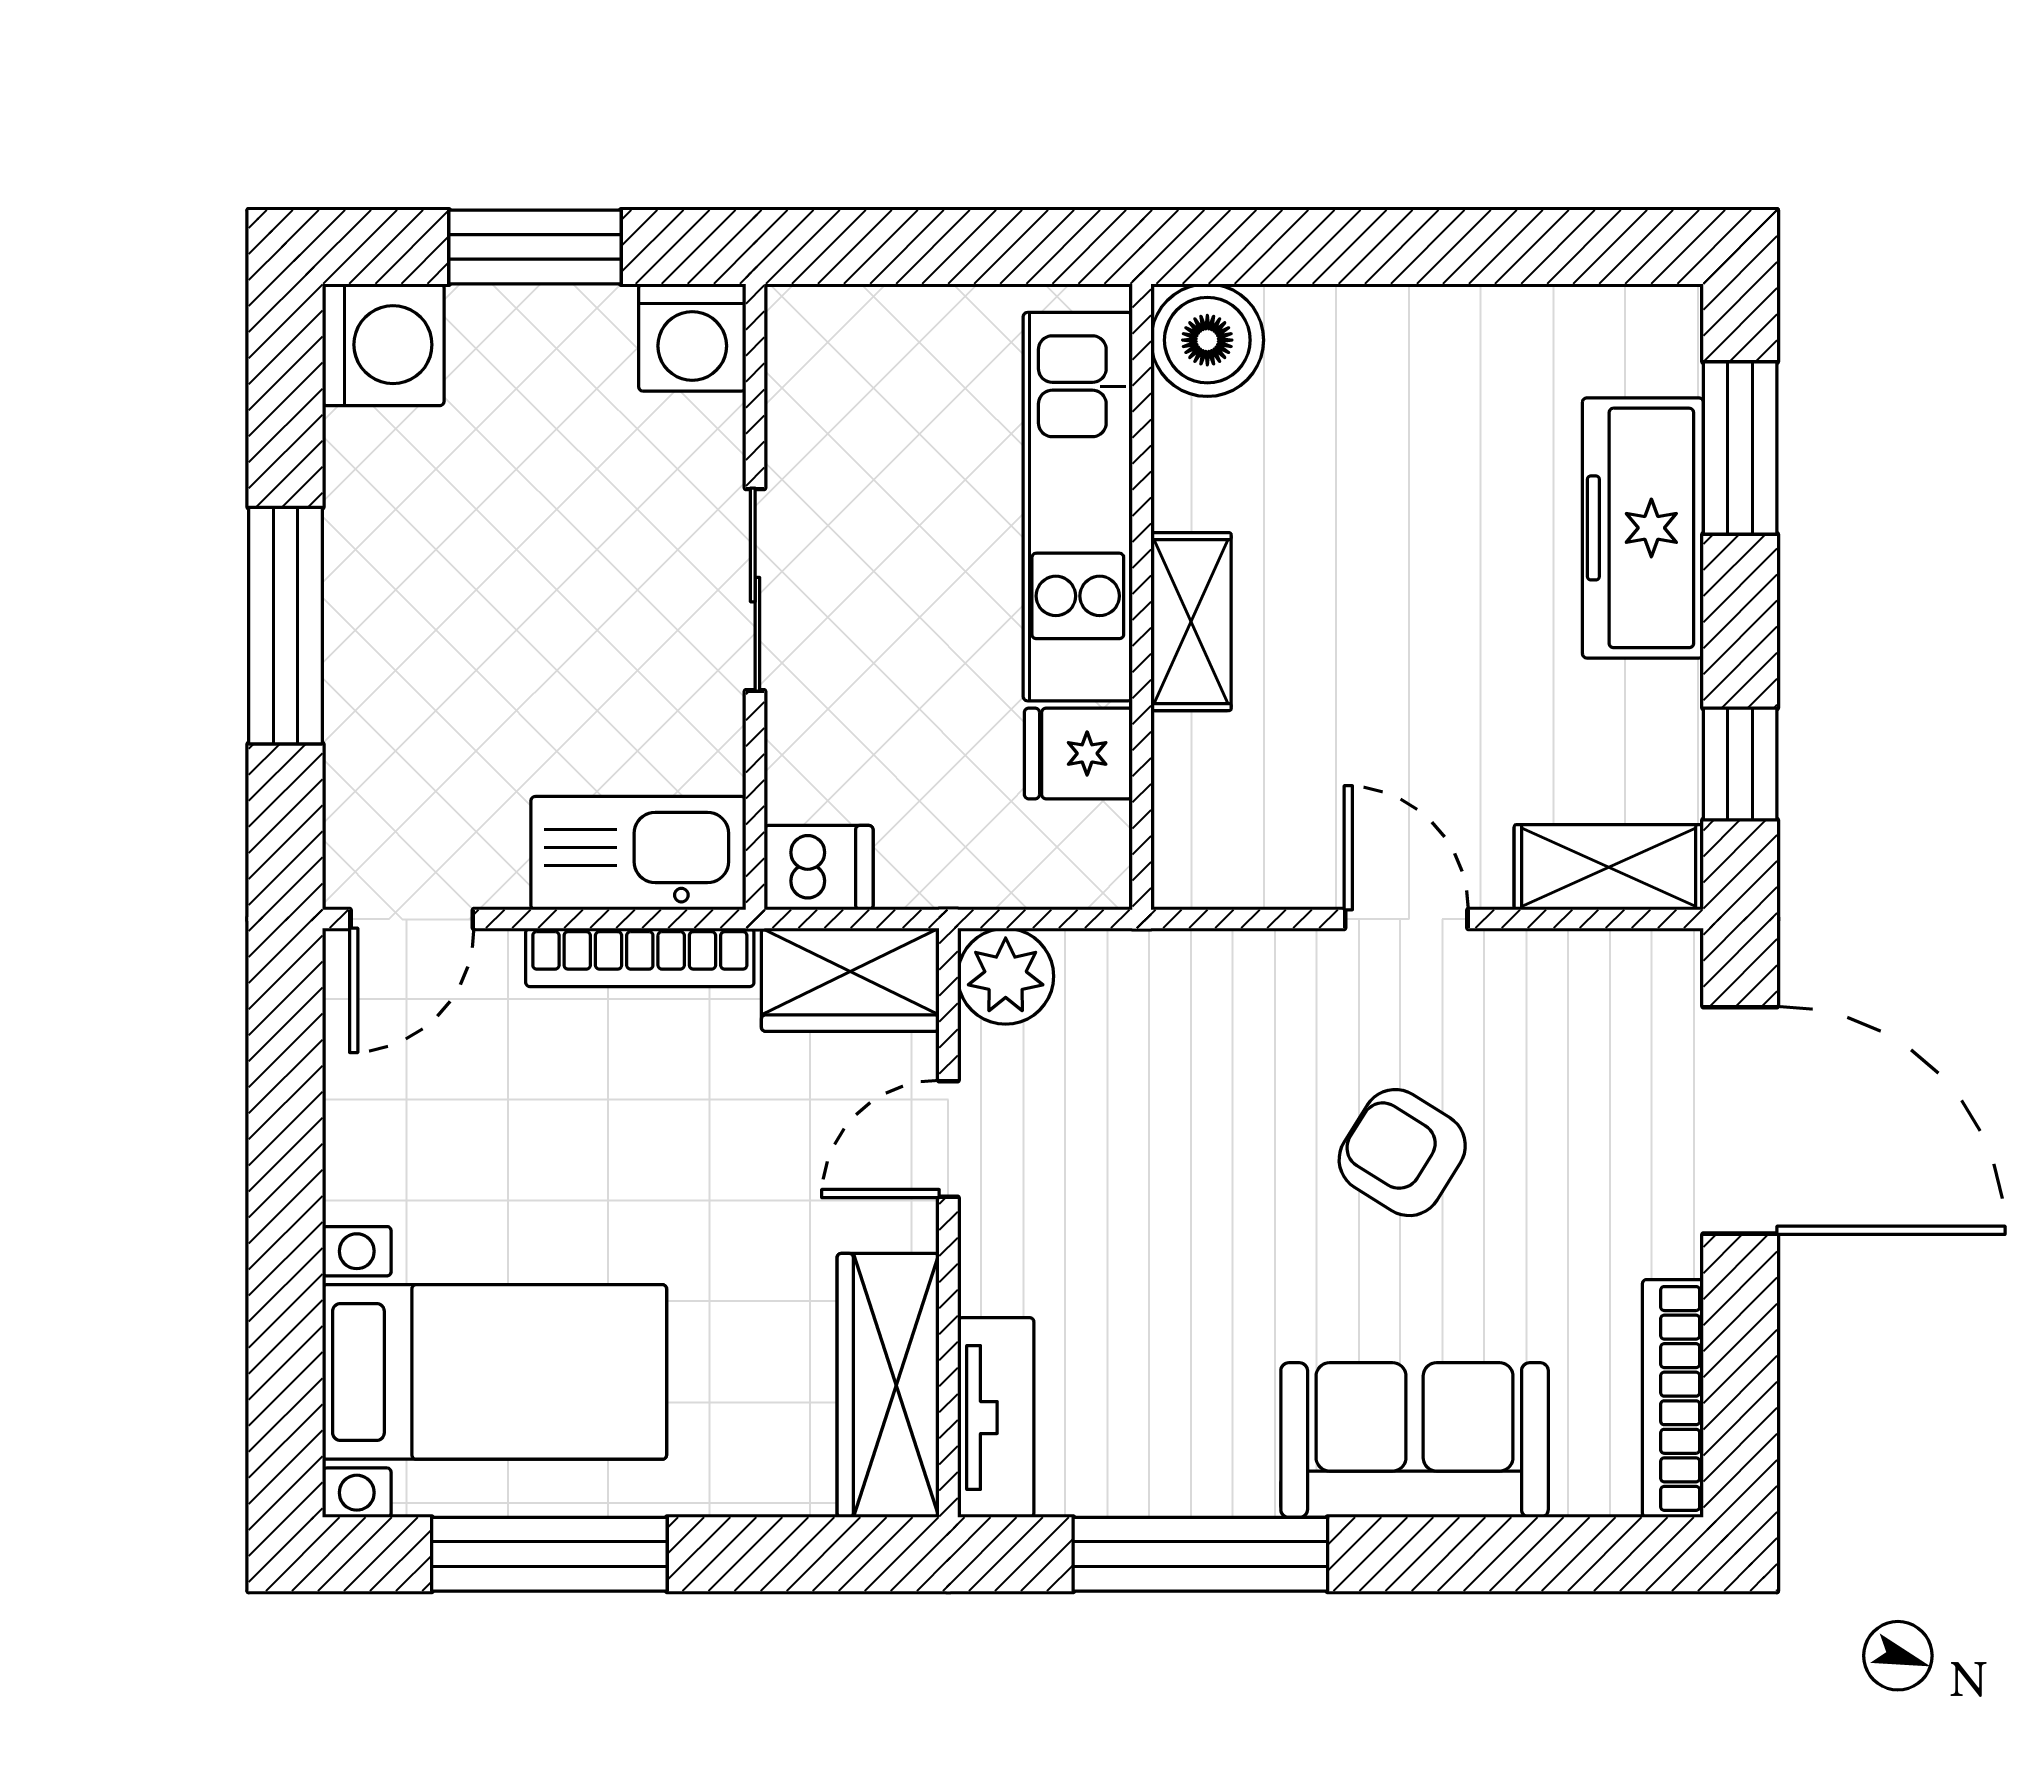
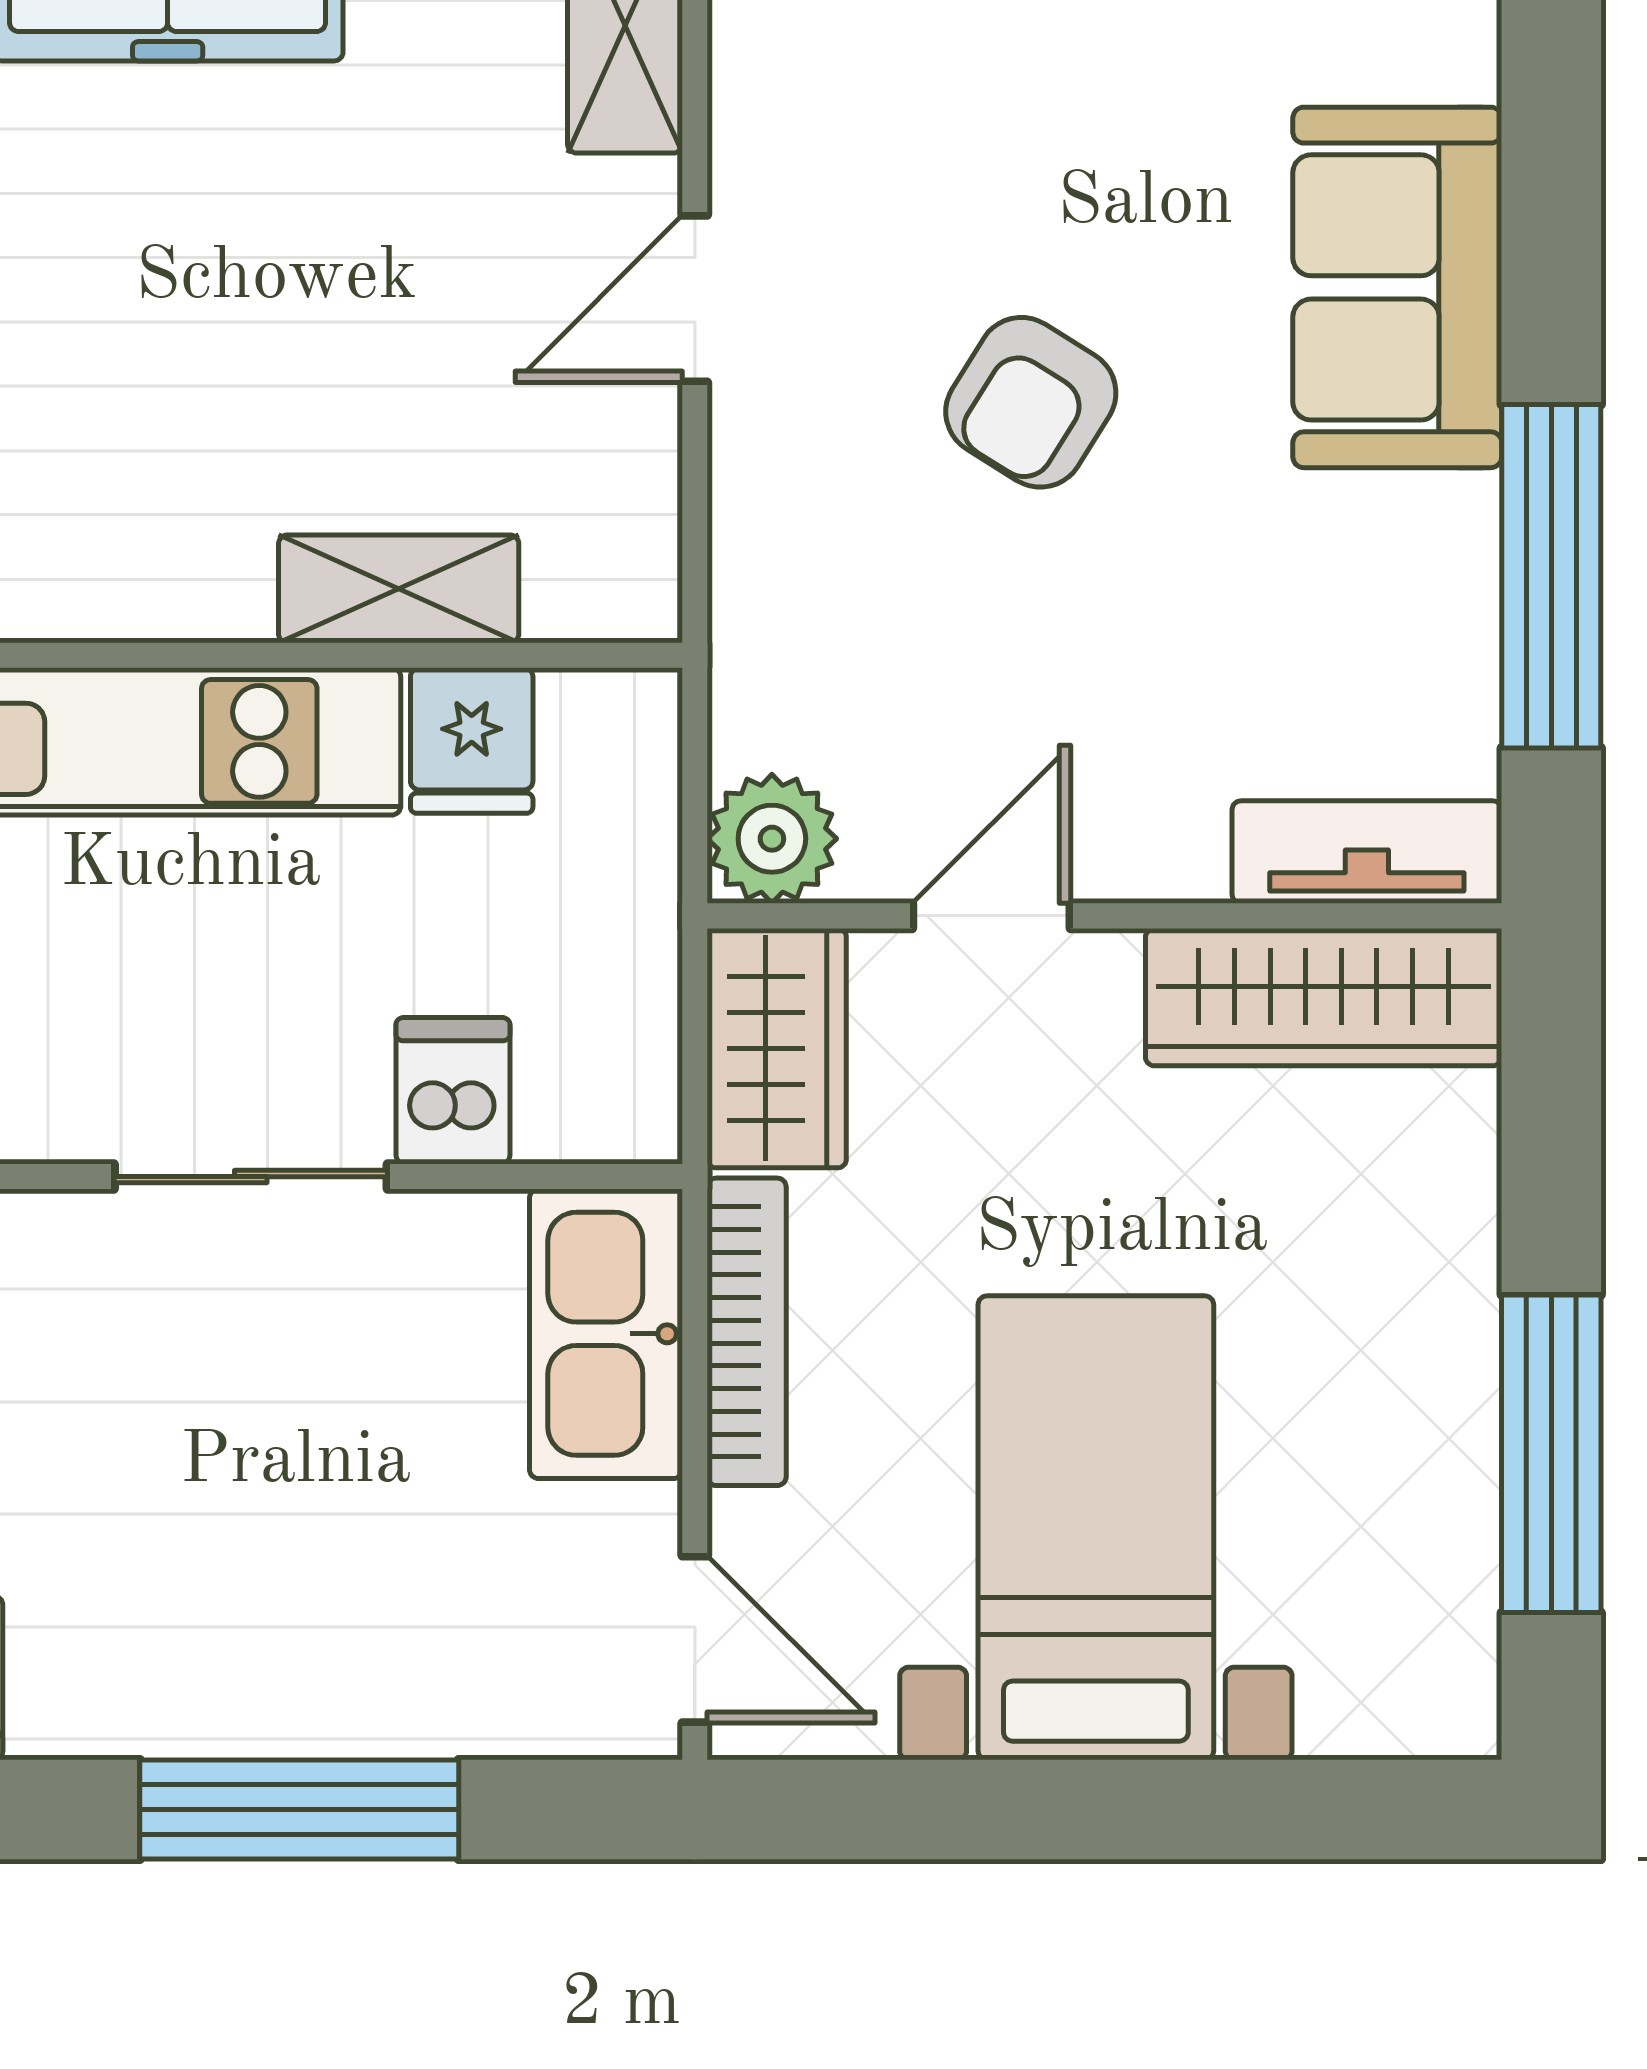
shelving: (1191, 622) -> (399, 589), moved
dishwasher: (819, 868) -> (453, 1091), moved
door: (948, 1139) -> (991, 916), swing flipped
armchair: (1402, 1153) -> (1031, 402), moved
bed with nightstands: (494, 1372) -> (1096, 1528), moved

